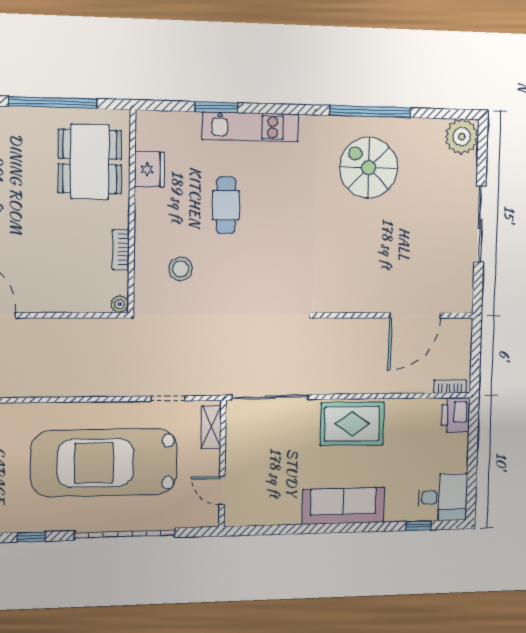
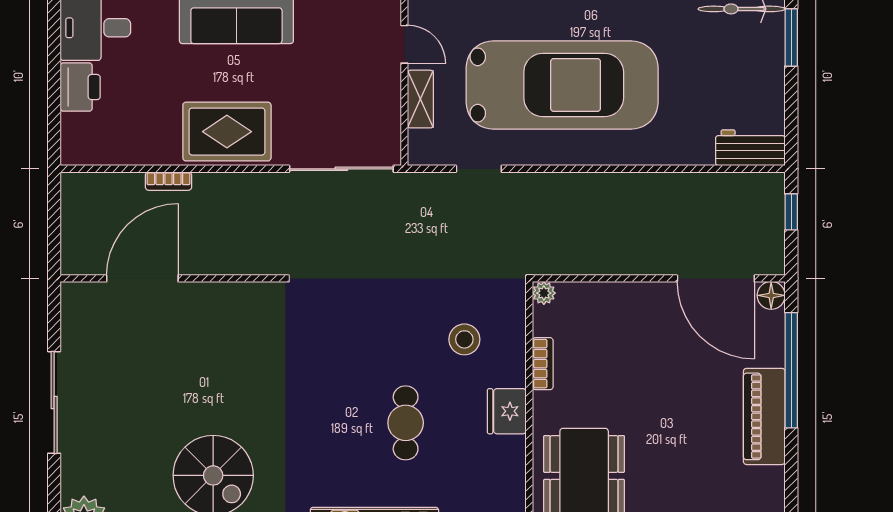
fridge: (150, 169) -> (507, 411), moved
bookcase: (450, 386) -> (169, 181), moved
printer: (456, 415) -> (80, 87), moved
shelving: (211, 427) -> (420, 99), moved

